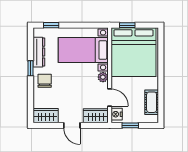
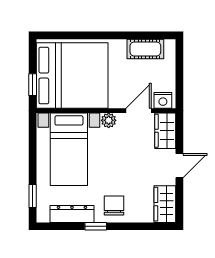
chair: (45, 81) -> (114, 206), turned 90
window: (130, 125) -> (179, 80), removed

